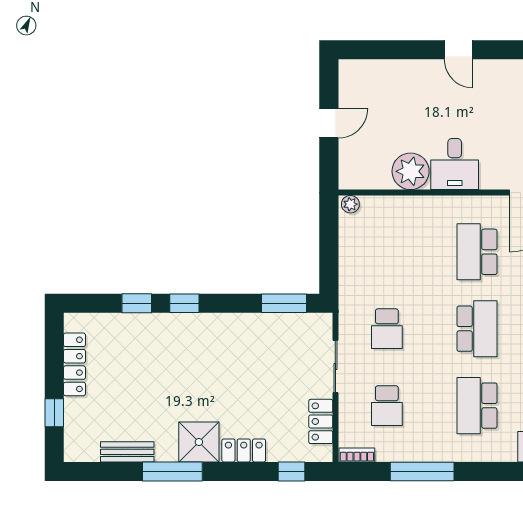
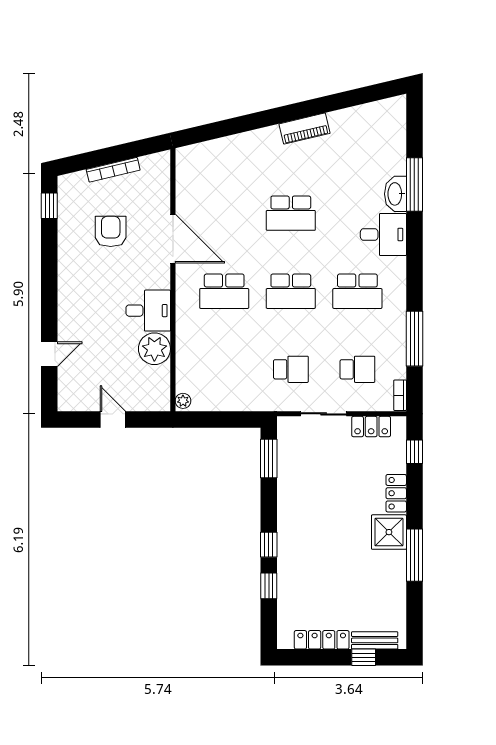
door: (458, 50) -> (49, 354), moved
school desk: (477, 329) -> (291, 291), turned 180
bench: (127, 452) -> (375, 640), moved, turned 90

